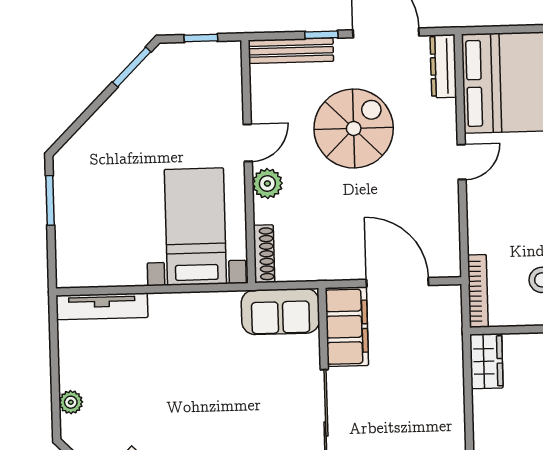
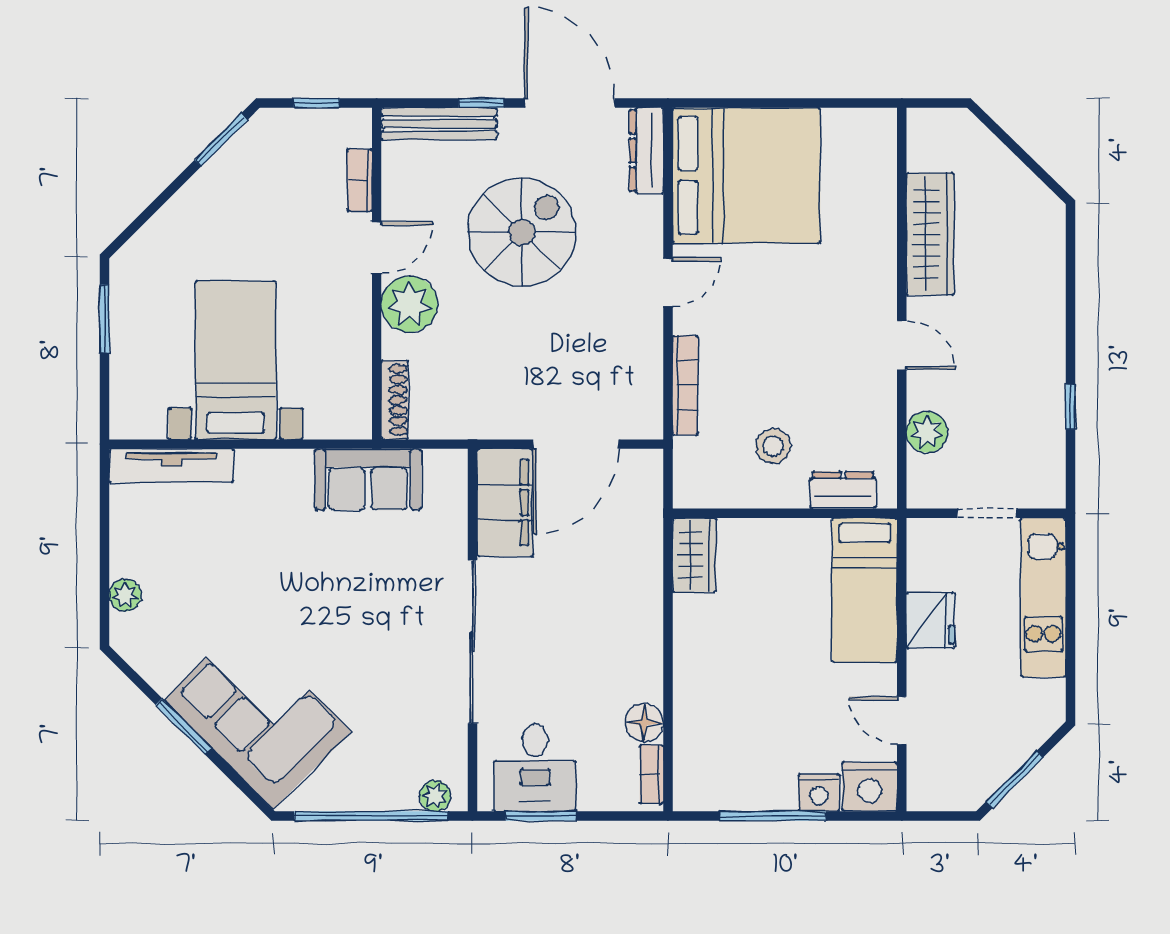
bookcase: (234, 94) -> (360, 180), added
plant: (267, 183) -> (409, 304), width x1.36, depth x1.36
bed with nightstands: (195, 227) -> (236, 360), moved
door: (398, 282) -> (576, 444), swing flipped
bookcase: (478, 291) -> (685, 385), moved
sofa: (280, 312) -> (368, 479), moved

